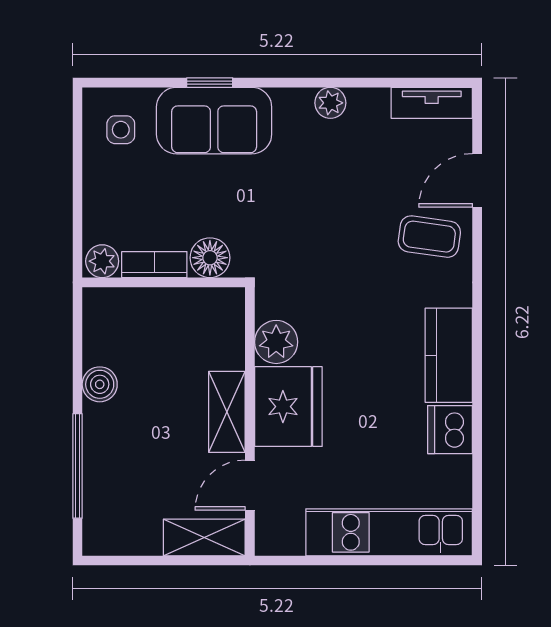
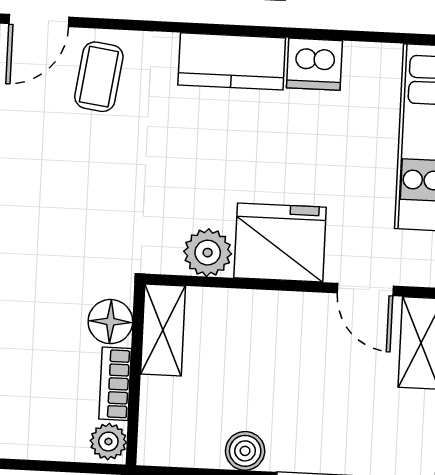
door: (477, 180) -> (39, 20), hinge flipped
shelving: (227, 412) -> (163, 330), moved, turned 90

